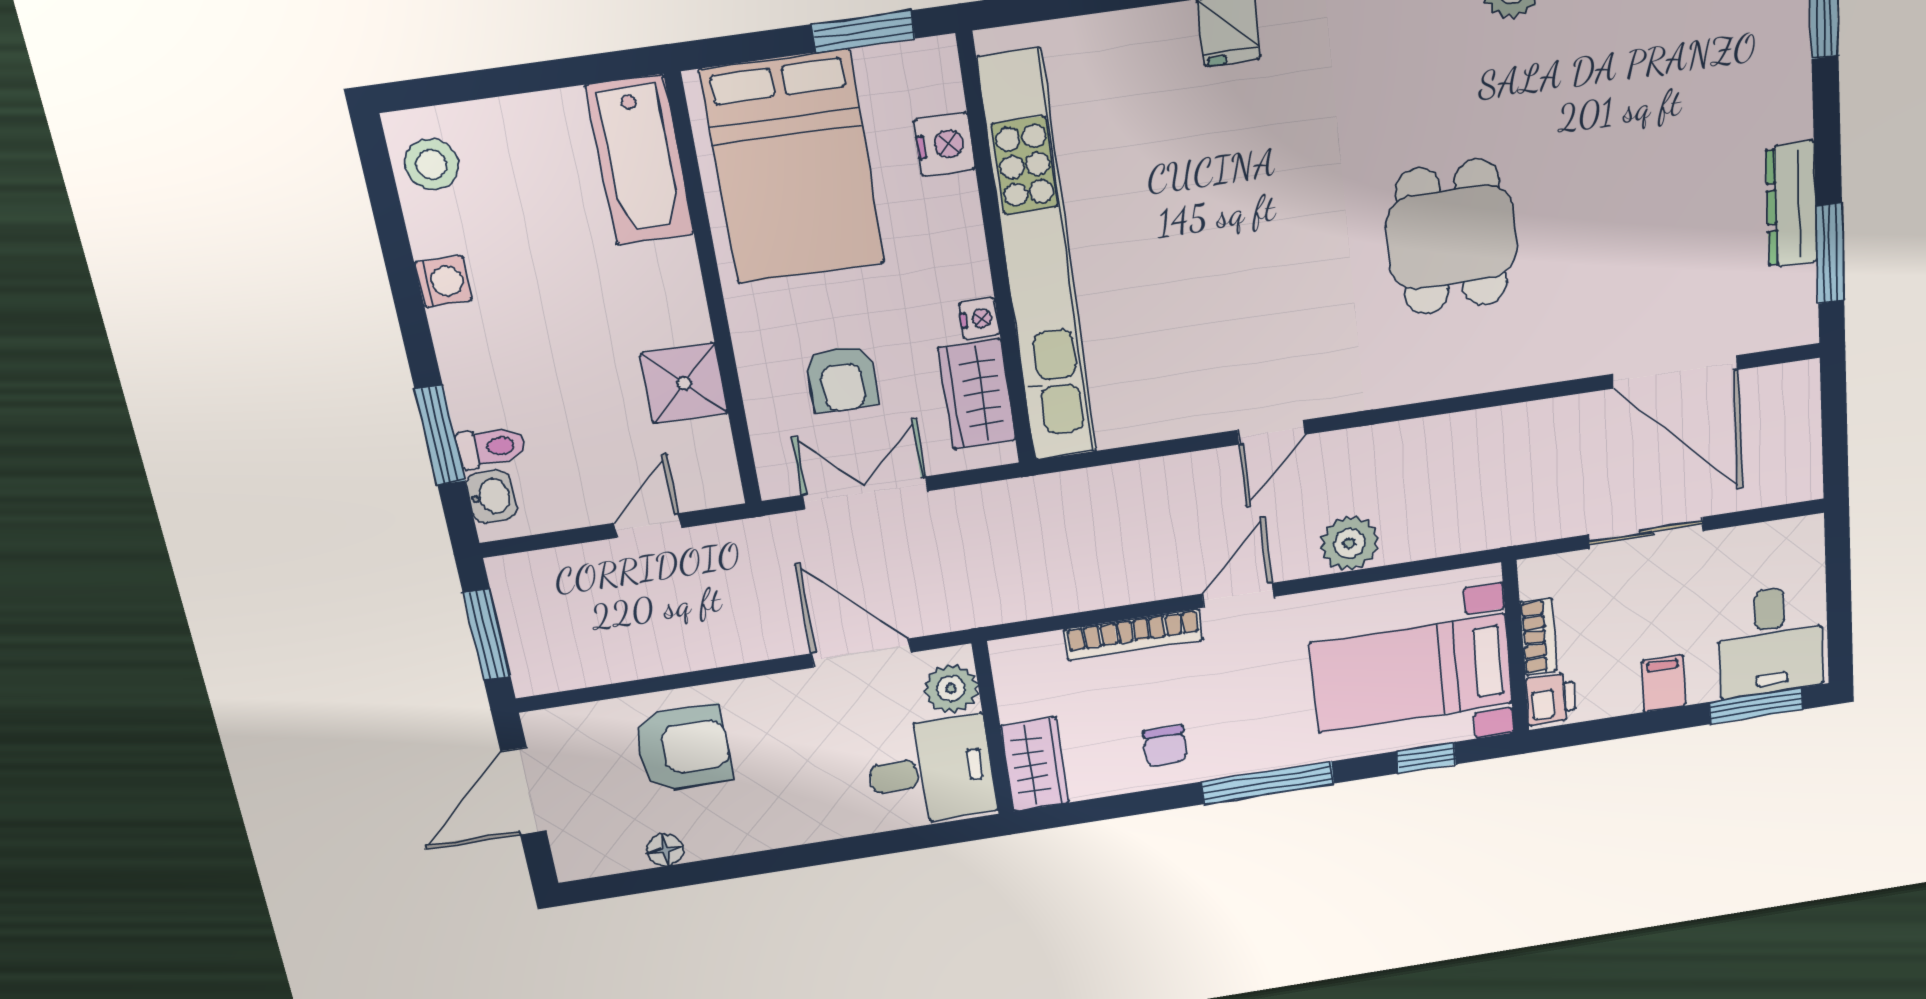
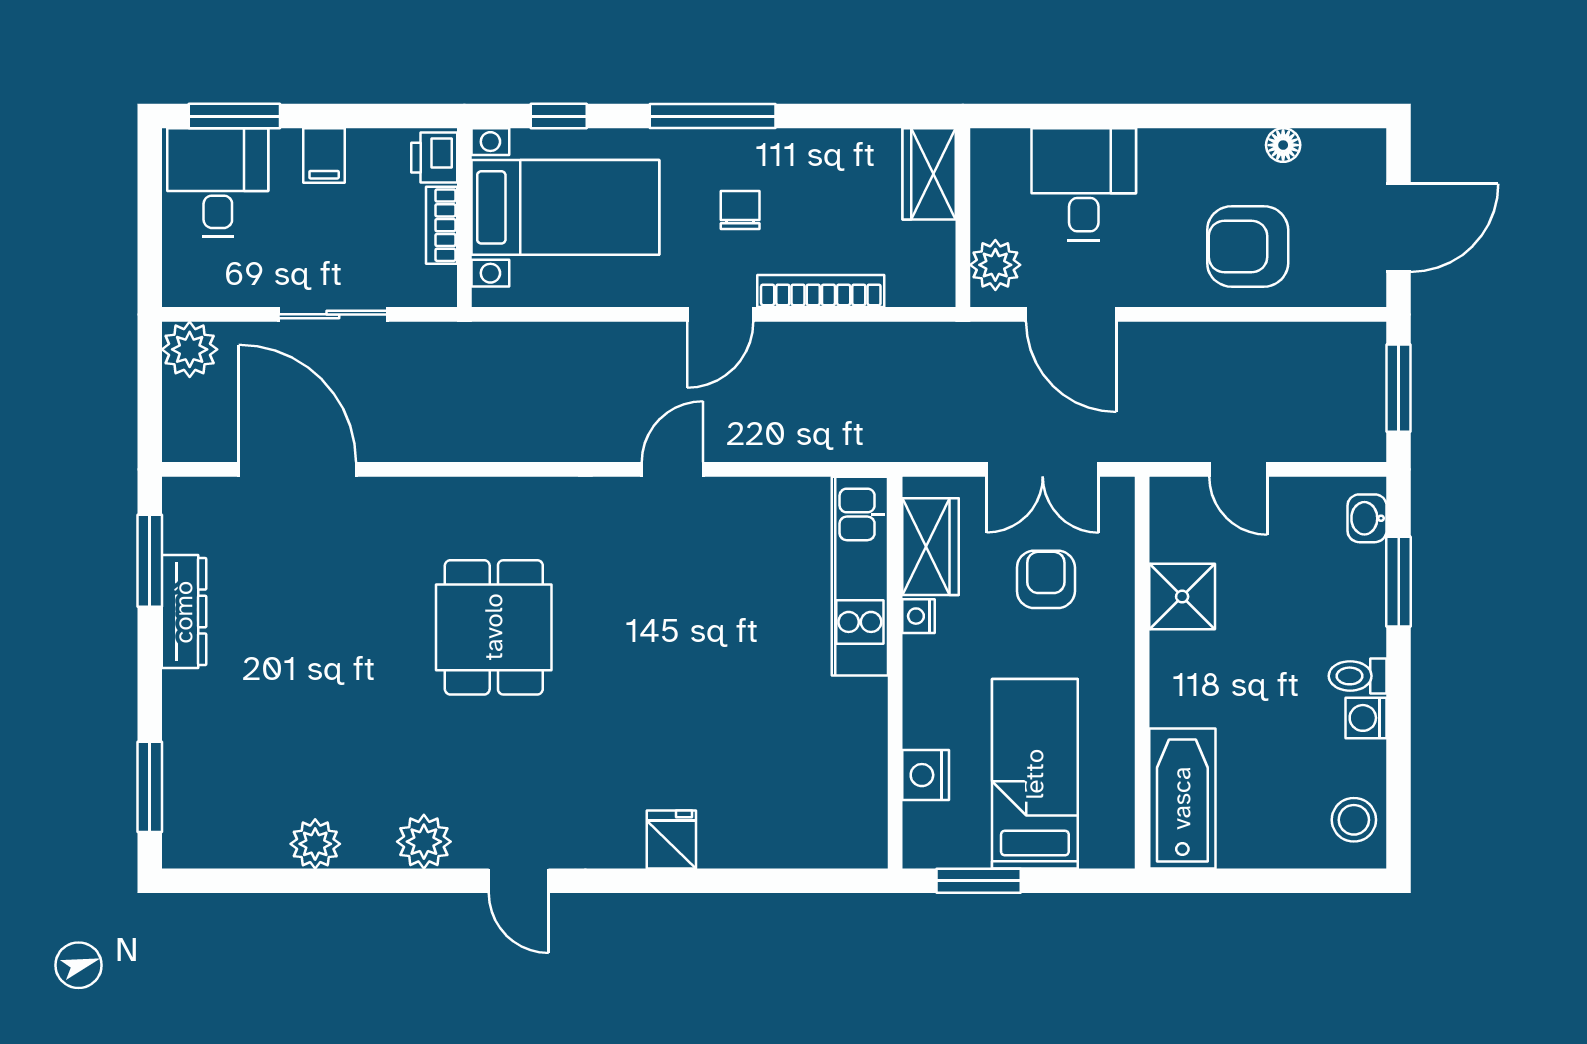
bed: (793, 167) -> (1035, 774), width x0.67
kitchen unit: (1038, 259) -> (860, 576), width x0.54
toilet: (491, 447) -> (1358, 676), moved
door: (648, 526) -> (1238, 469), hinge flipped
plant: (1349, 543) -> (190, 349), moved
chair: (1165, 746) -> (740, 210), moved
desk: (931, 771) -> (1084, 184), moved, turned 90

